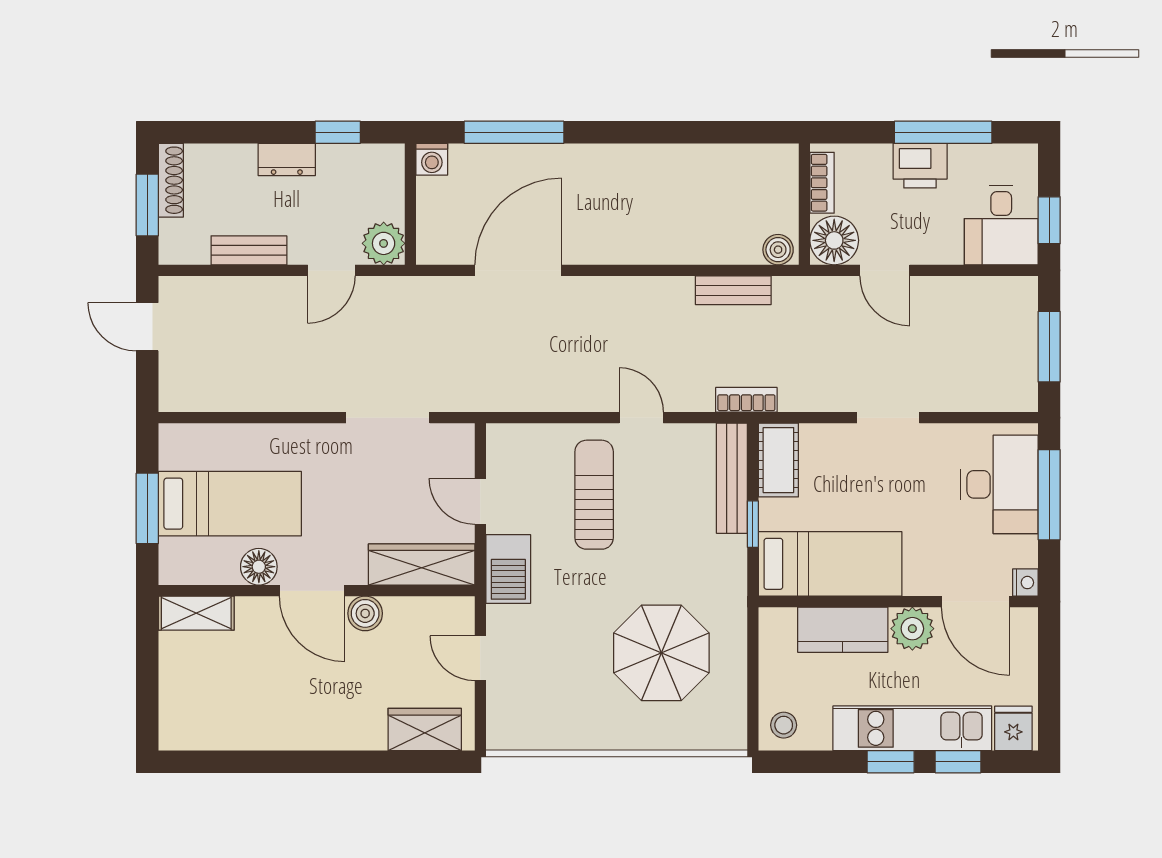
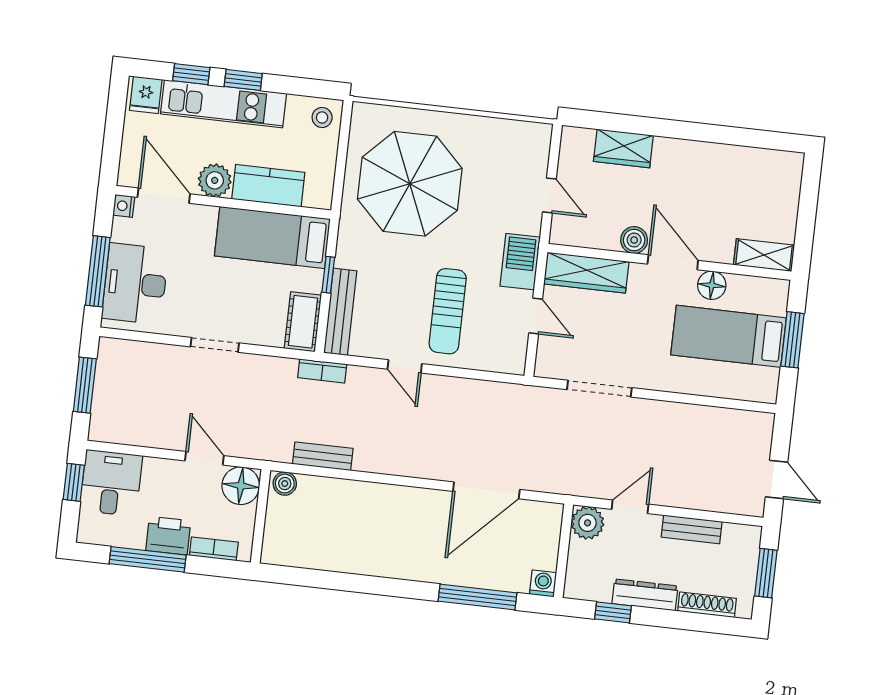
dresser: (287, 159) -> (645, 595), width x1.44
shoe rack: (171, 180) -> (707, 605), moved, turned 90
bookcase: (822, 183) -> (214, 549), moved, turned 90
parasol: (661, 653) -> (410, 184), width x1.36, depth x1.36
wardrobe: (425, 730) -> (623, 148), moved

